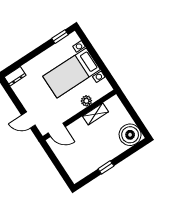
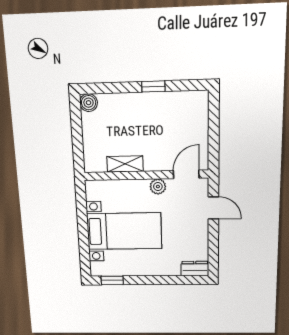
plant: (86, 101) -> (158, 187), moved
door: (57, 130) -> (186, 174), hinge flipped
boiler: (130, 135) -> (89, 103), width x0.54, depth x0.54

